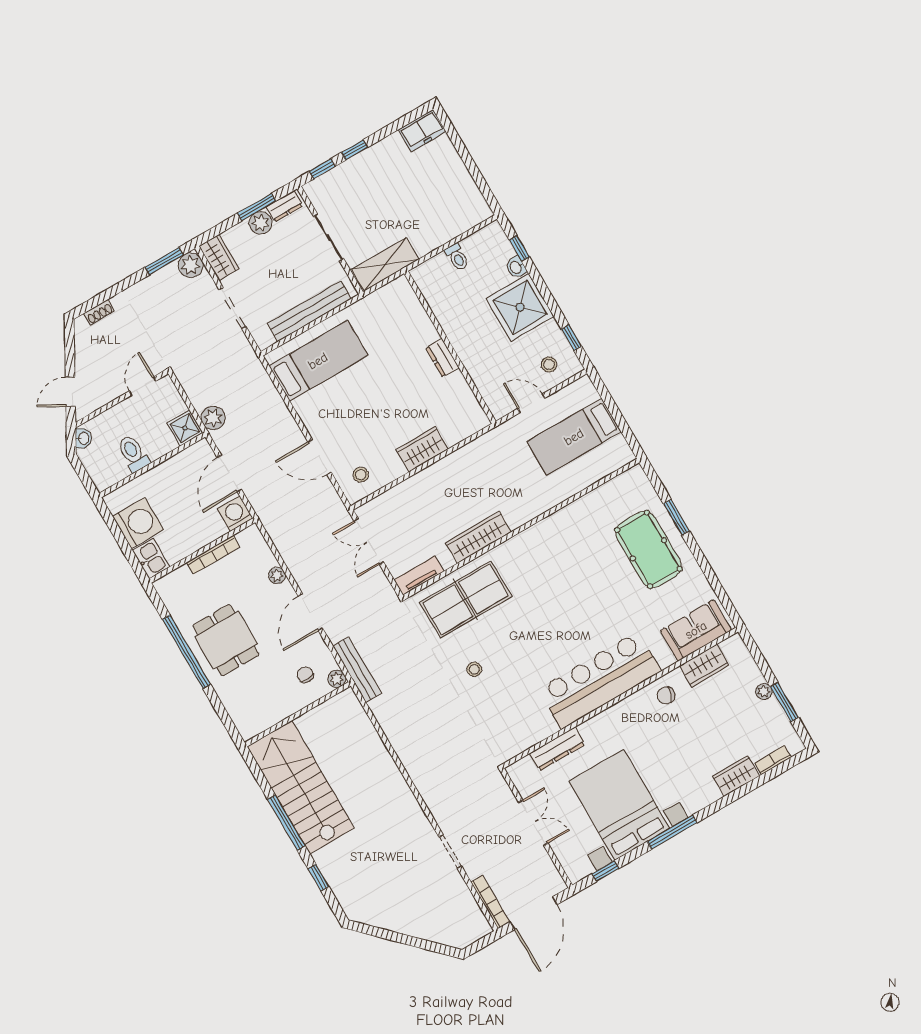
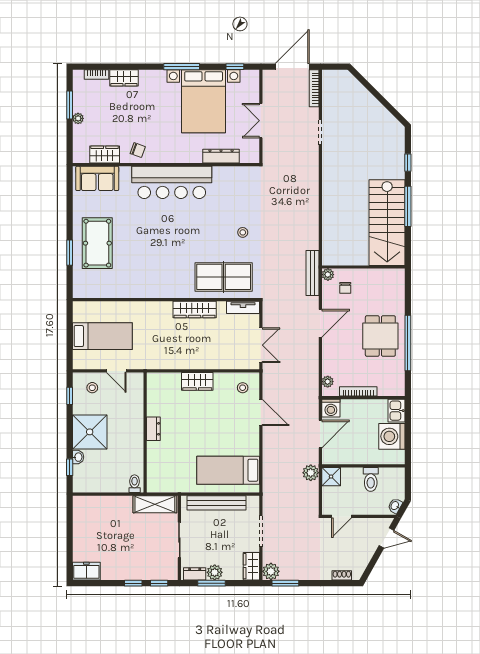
toilet: (457, 257) -> (135, 484), moved
plant: (277, 575) -> (328, 382), moved

